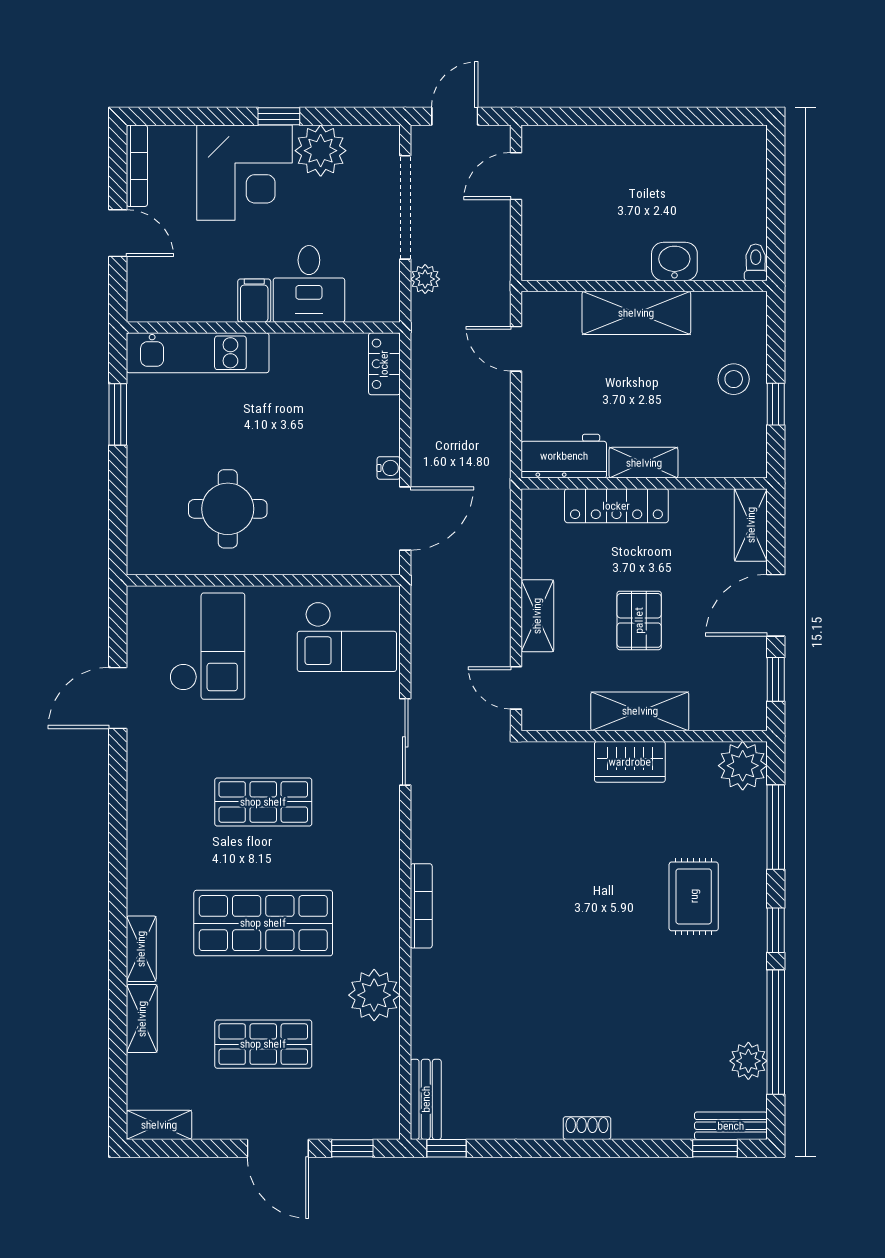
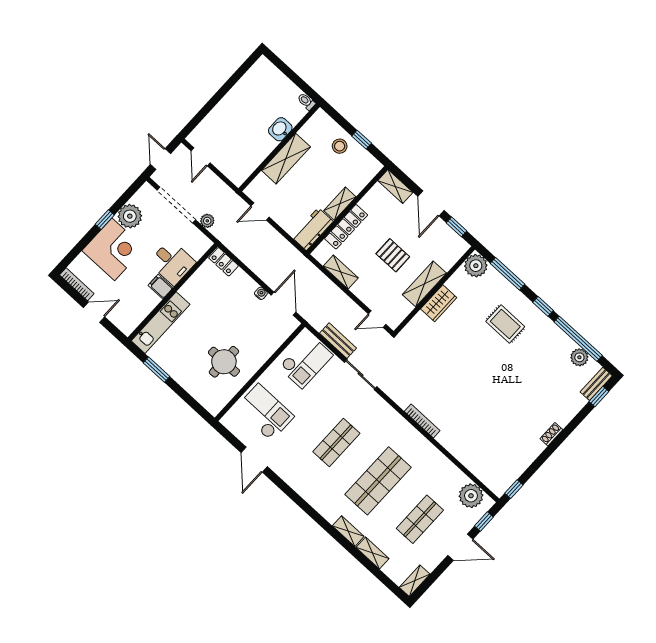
shelving: (537, 616) -> (341, 272), moved
plant: (374, 995) -> (471, 496), moved
bench: (426, 1099) -> (338, 341), moved

